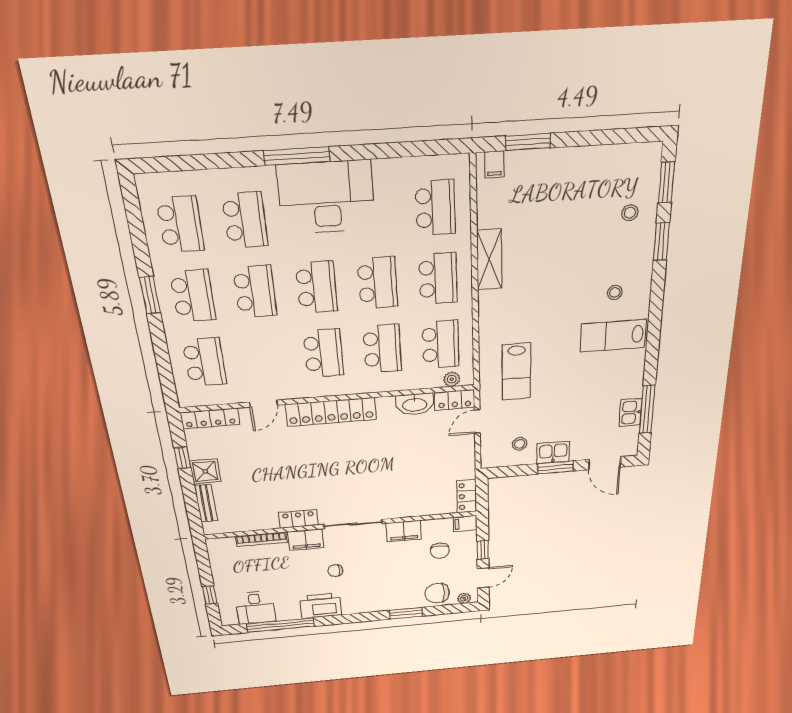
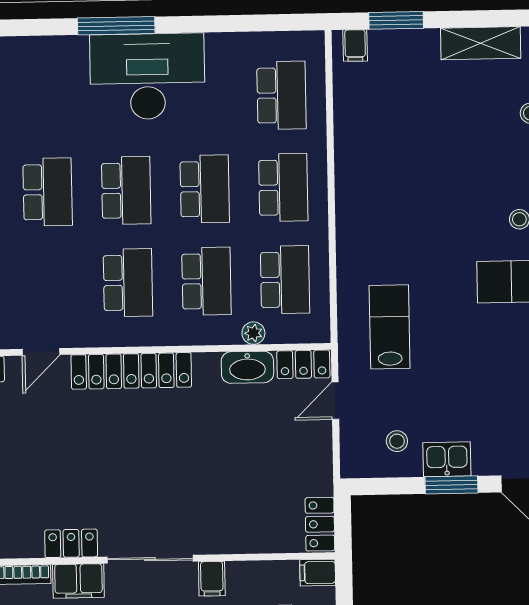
school desk: (245, 220) -> (46, 100), removed
shelving: (489, 260) -> (481, 43), moved, turned 90
lab bench: (516, 372) -> (390, 327), turned 180
plant: (452, 379) -> (253, 333), moved
filing cabinet: (404, 531) -> (212, 579), width x0.50

